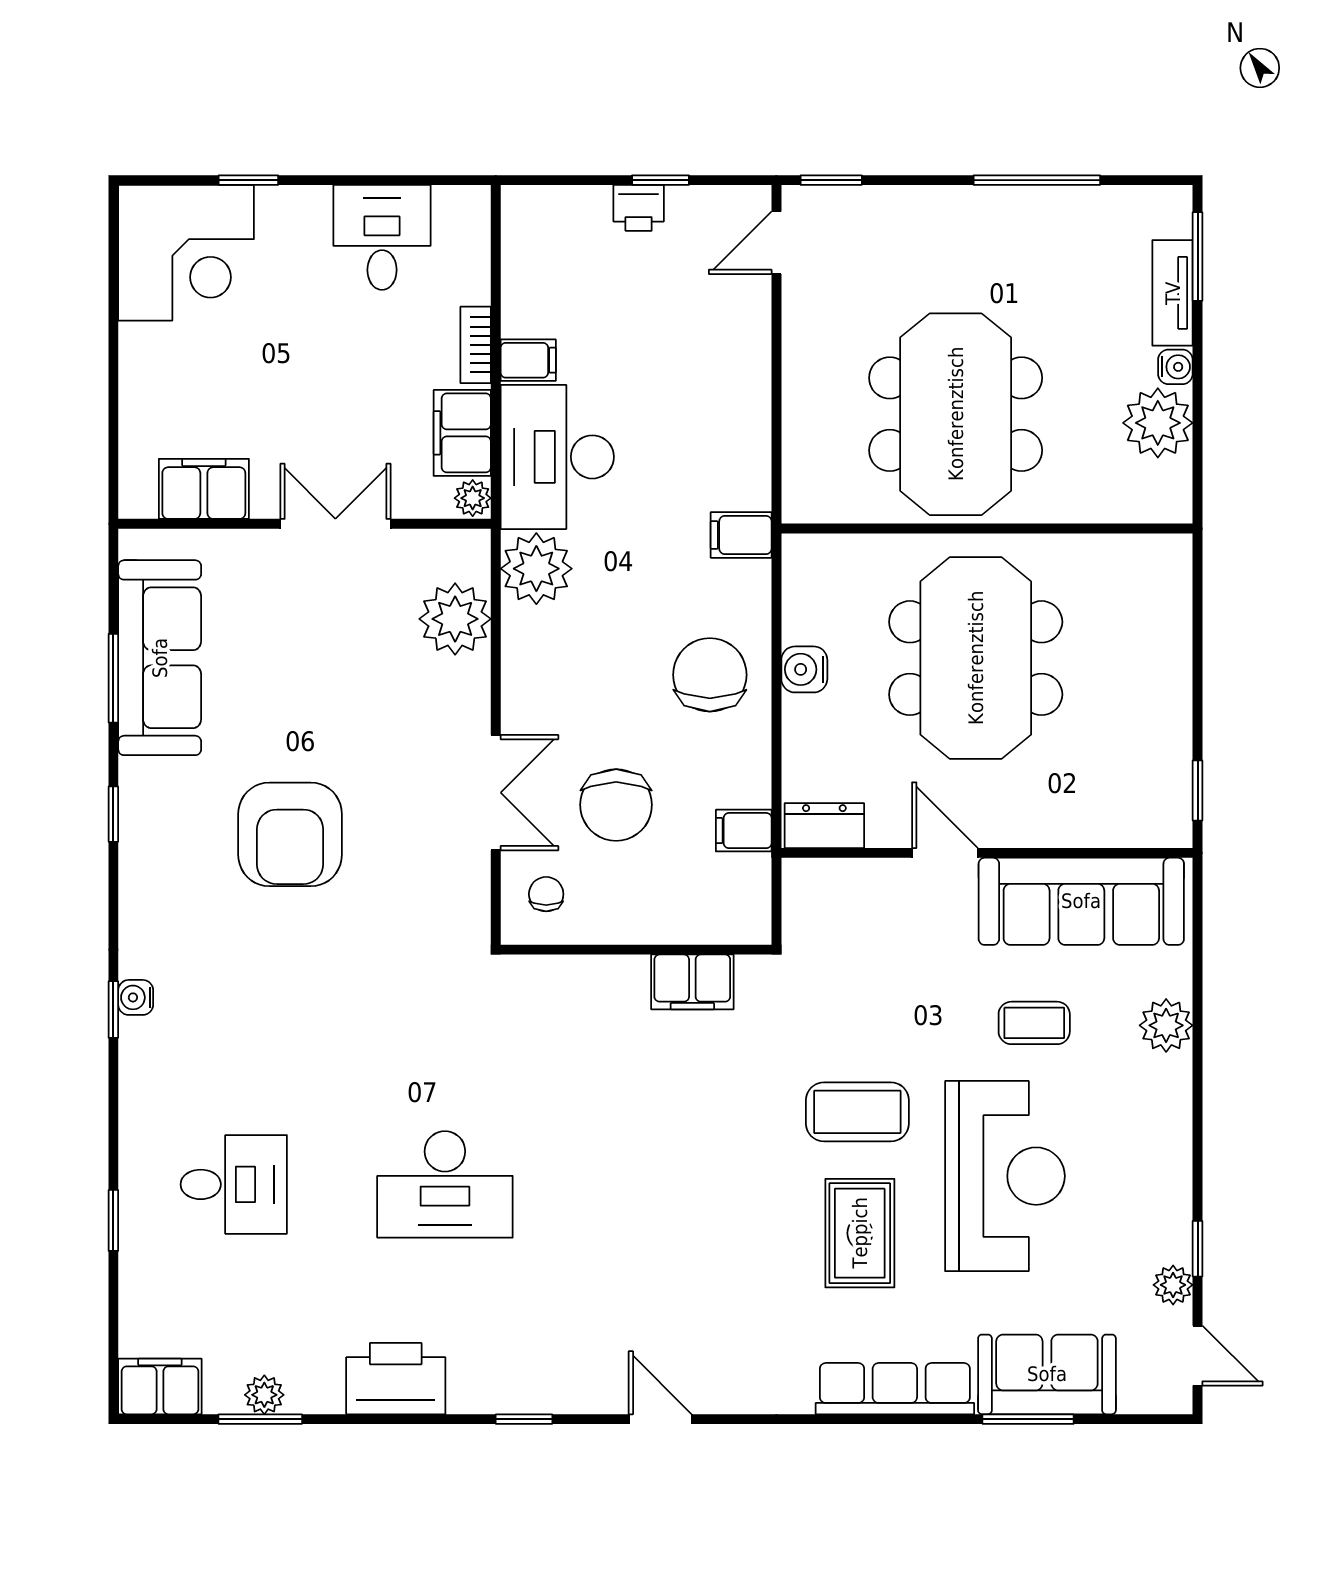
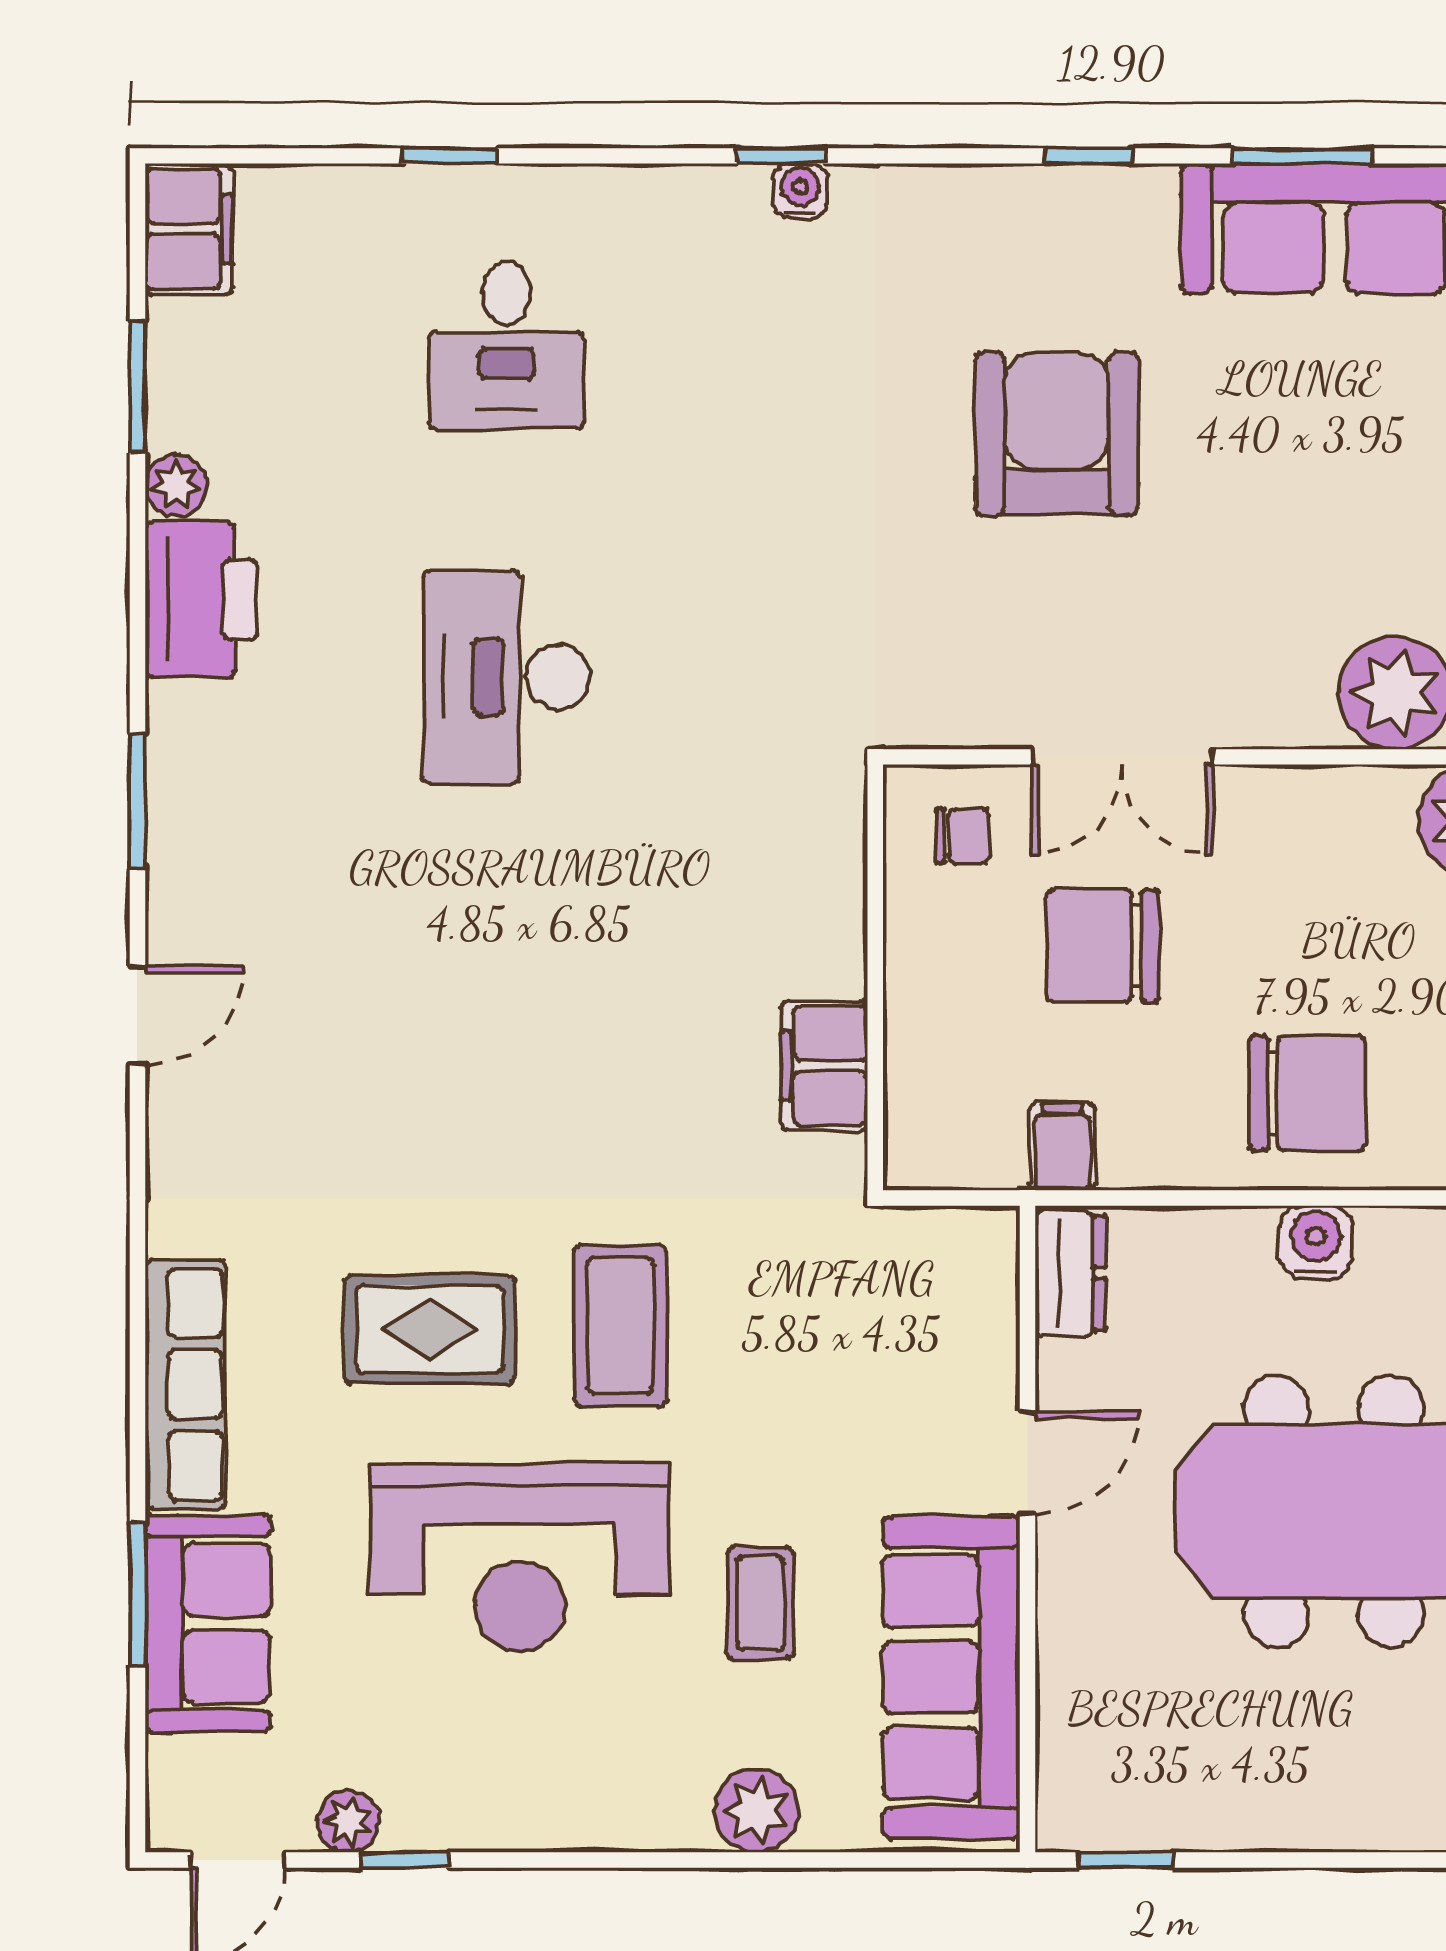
armchair: (290, 834) -> (1057, 434), turned 90
plant: (264, 1395) -> (176, 485), moved
window: (524, 1419) -> (137, 801), width x1.50

